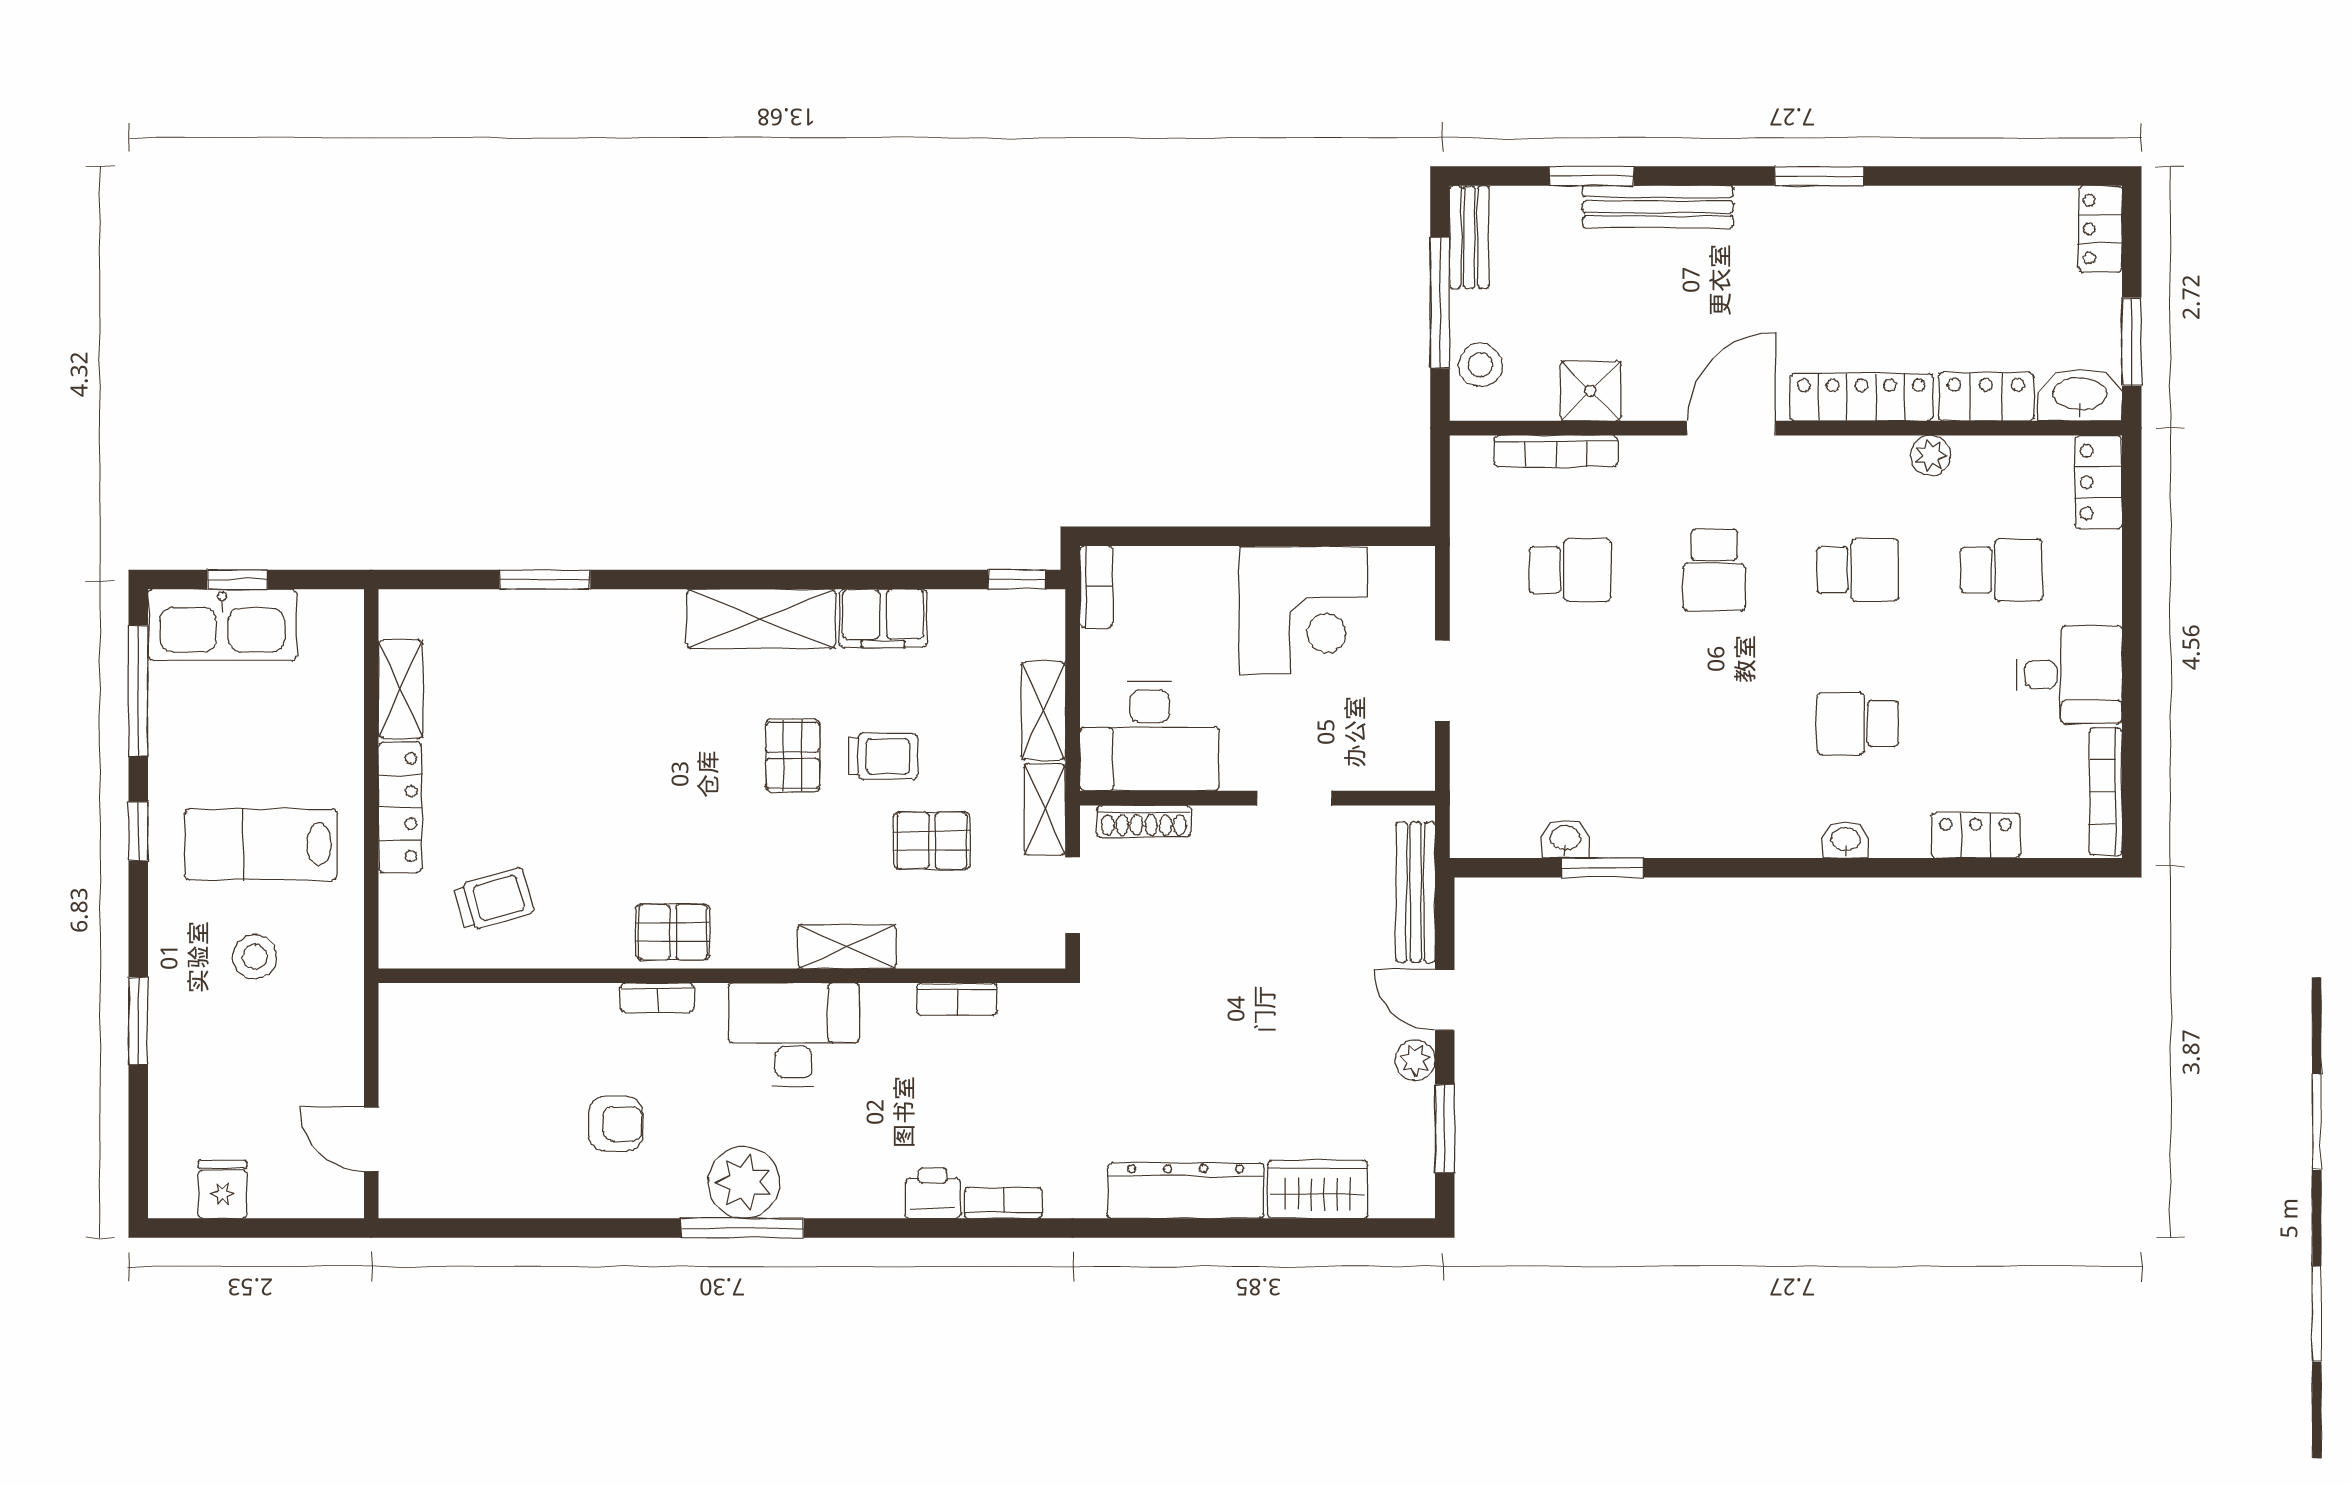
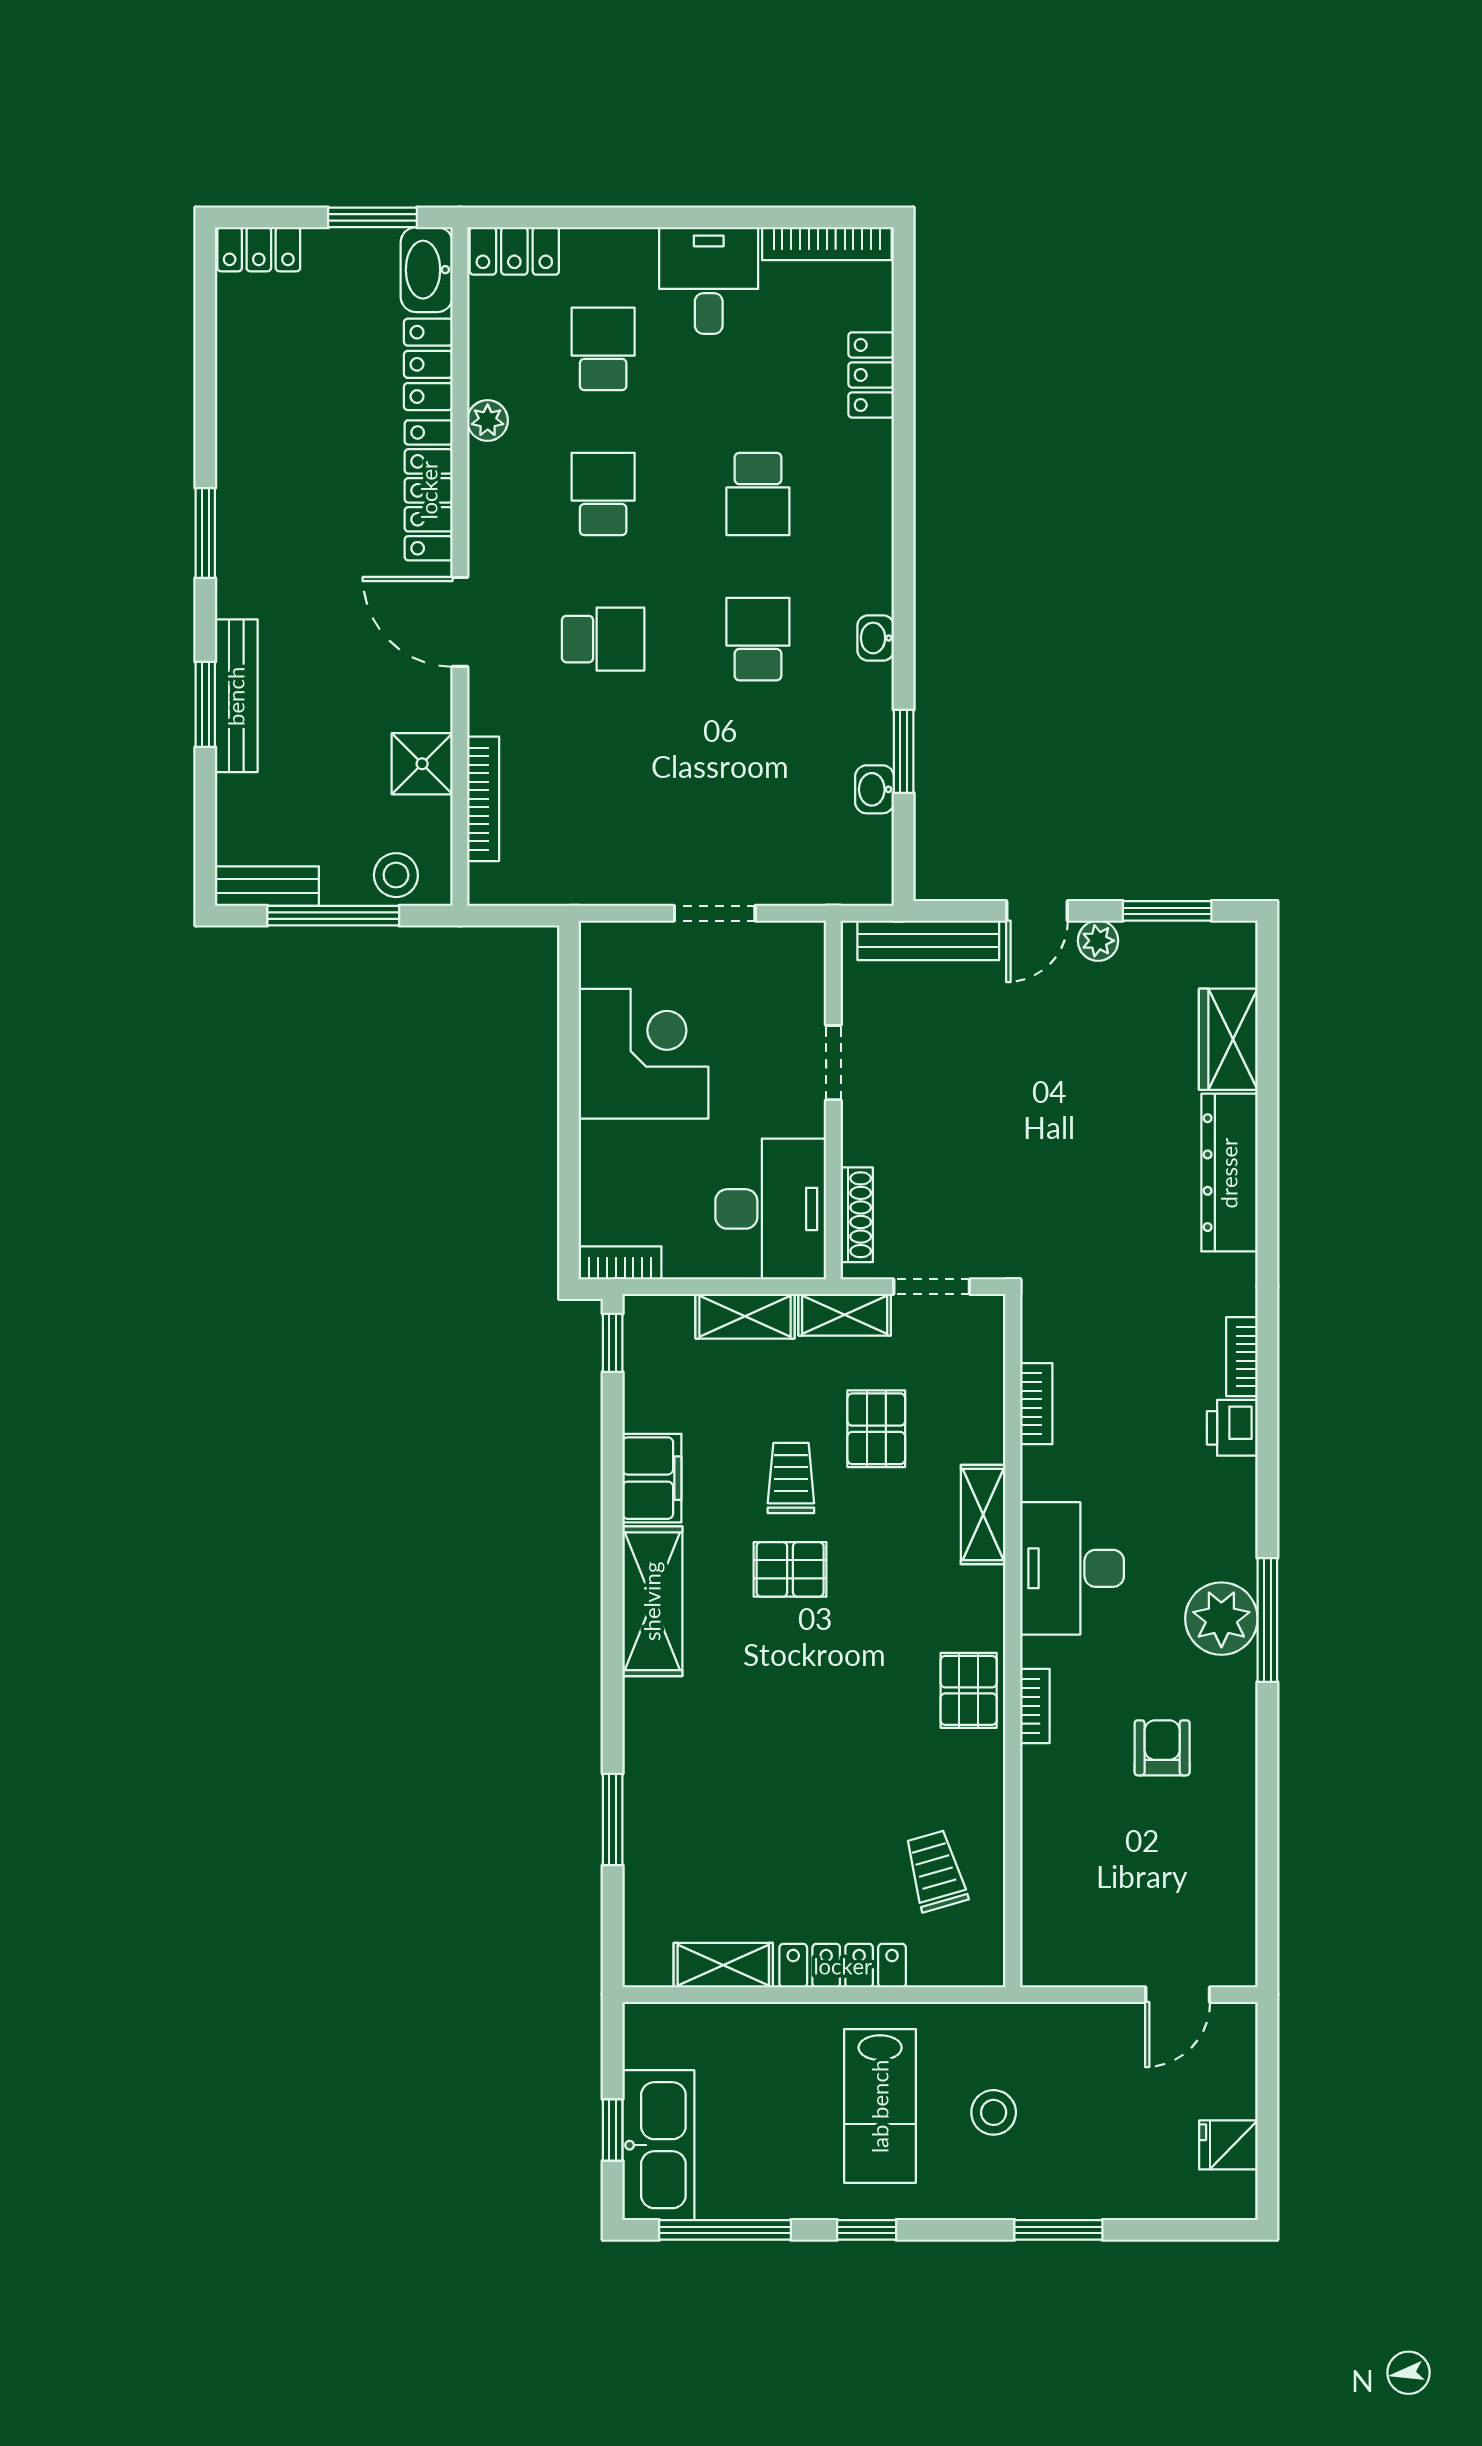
window: (1592, 176) -> (205, 704), moved
school desk: (1570, 570) -> (758, 639), moved
washbasin: (1845, 840) -> (876, 638), moved

